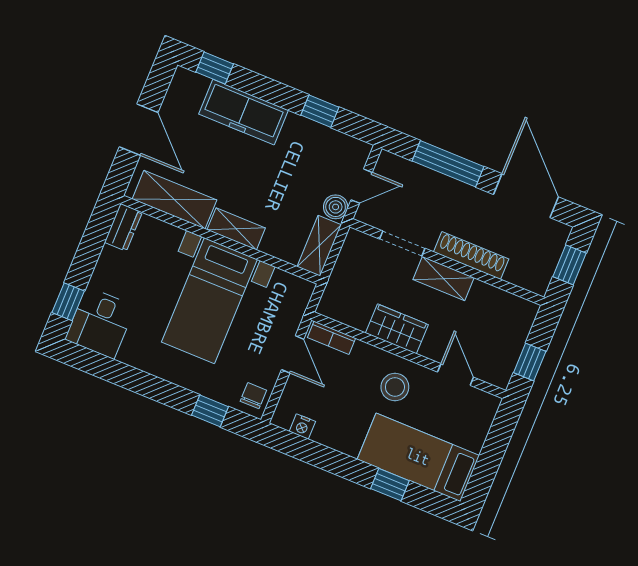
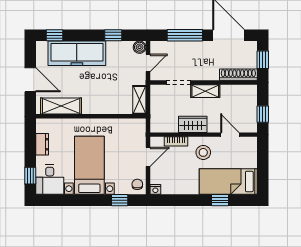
freezer: (244, 112) -> (77, 53), width x1.36, depth x1.26
boiler: (336, 207) -> (140, 47), moved
dresser: (123, 227) -> (42, 144), moved
shelving: (236, 229) -> (96, 108), removed
shoe rack: (471, 255) -> (238, 75), moved
bed with nightstands: (209, 301) -> (89, 165), moved, turned 180
bookcase: (331, 338) -> (176, 141), moved
door: (293, 354) -> (148, 157), hinge flipped
nightstand: (302, 426) -> (155, 189), moved

